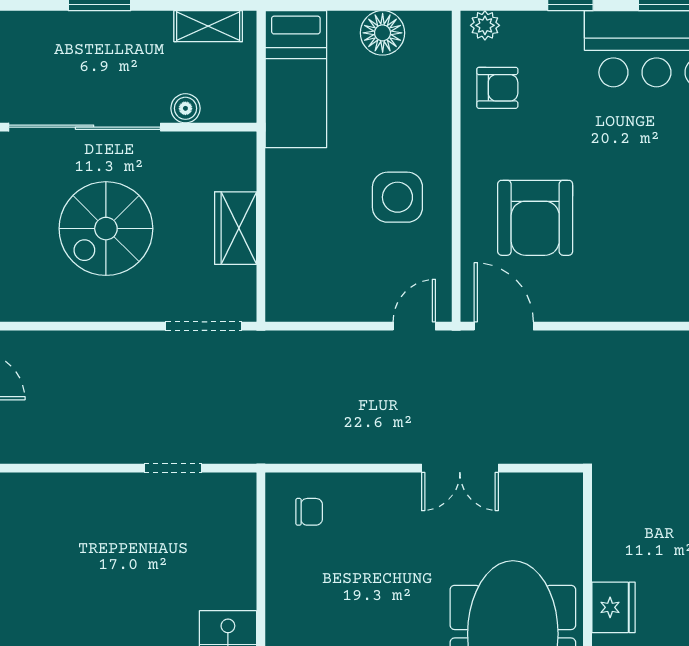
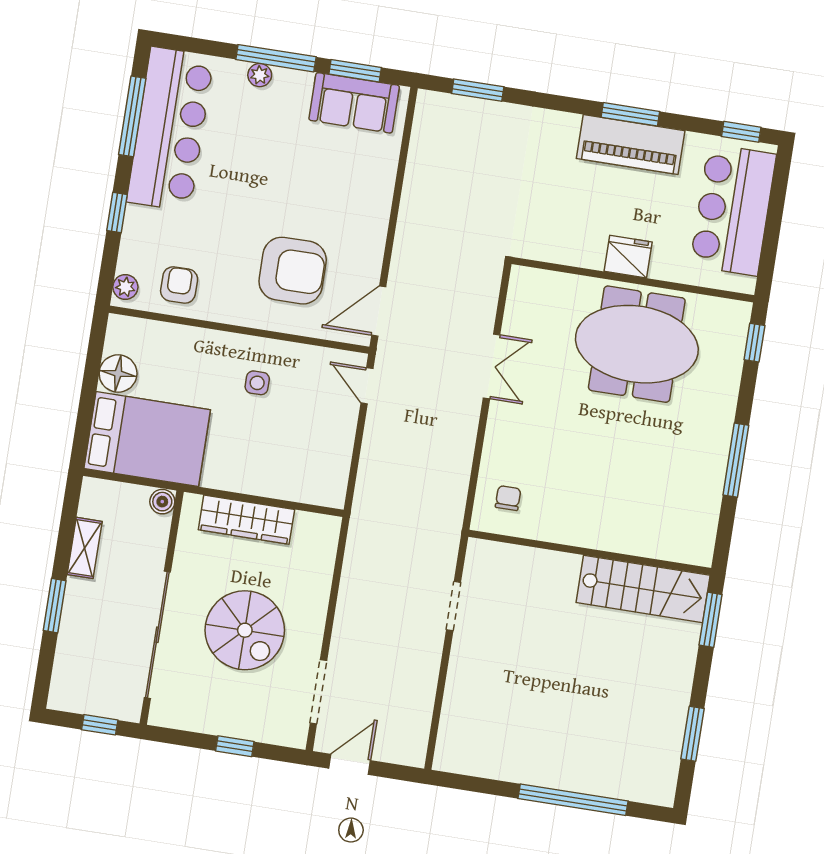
shelving: (208, 26) -> (85, 548), moved
bed: (296, 79) -> (147, 439), width x1.50
boiler: (185, 108) -> (162, 502), moved
side table: (397, 197) -> (257, 383), width x0.54, depth x0.54
wardrobe: (236, 228) -> (246, 520), width x1.50
doorway: (203, 326) -> (318, 692), moved

